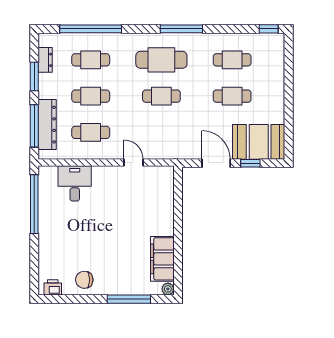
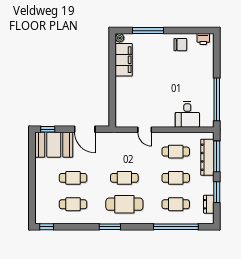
window: (181, 29) -> (110, 227), width x0.69
window: (250, 163) -> (48, 129), moved

